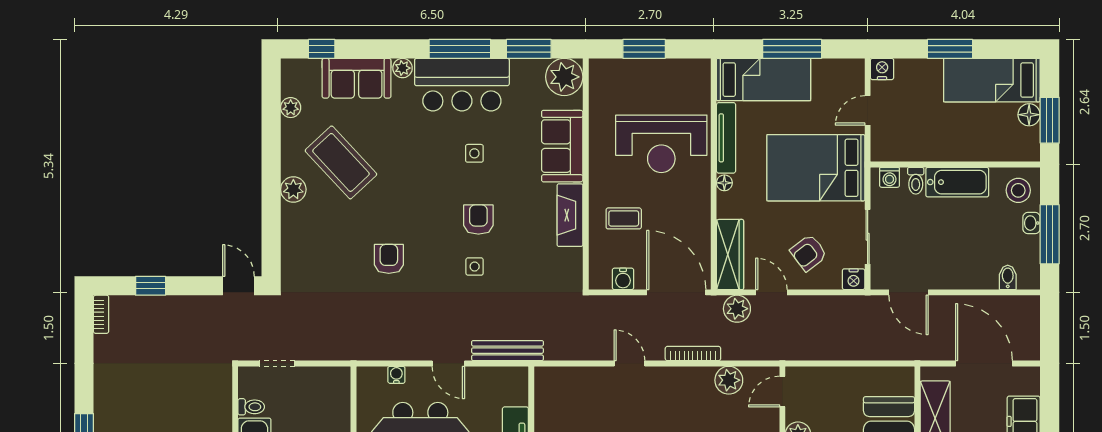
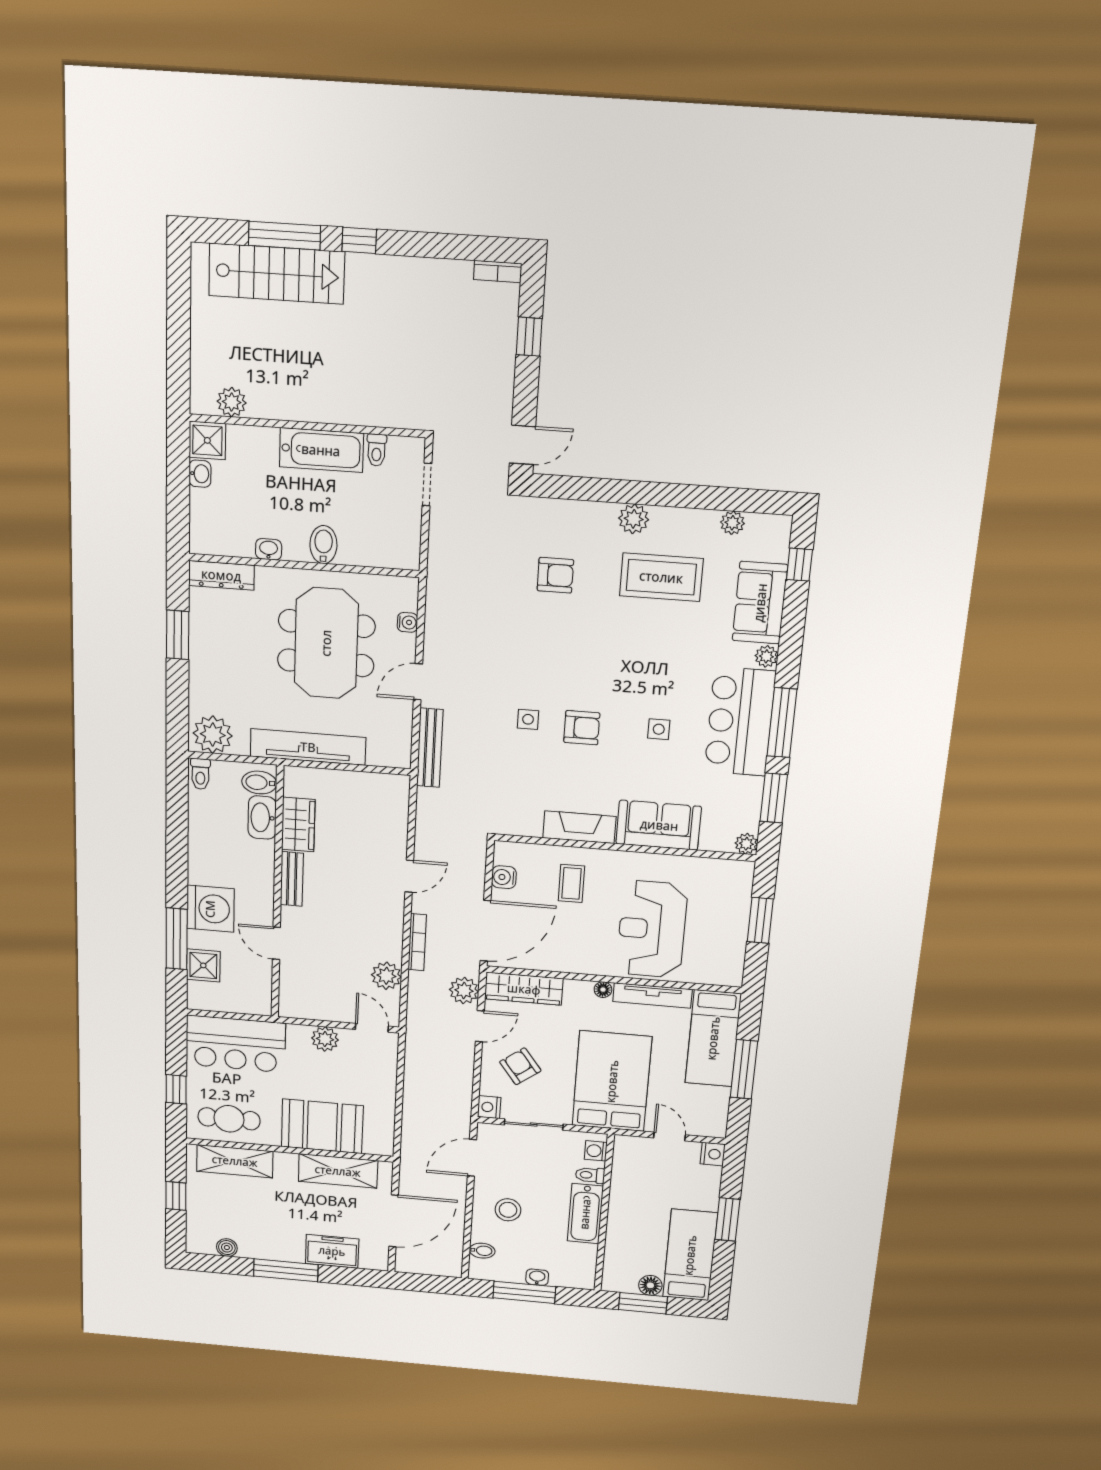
plant: (564, 77) -> (746, 844), width x0.53, depth x0.53
coffee table: (341, 162) -> (661, 577), turned 43
stool: (1018, 190) -> (508, 1210), moved
armchair: (389, 259) -> (555, 575), moved

